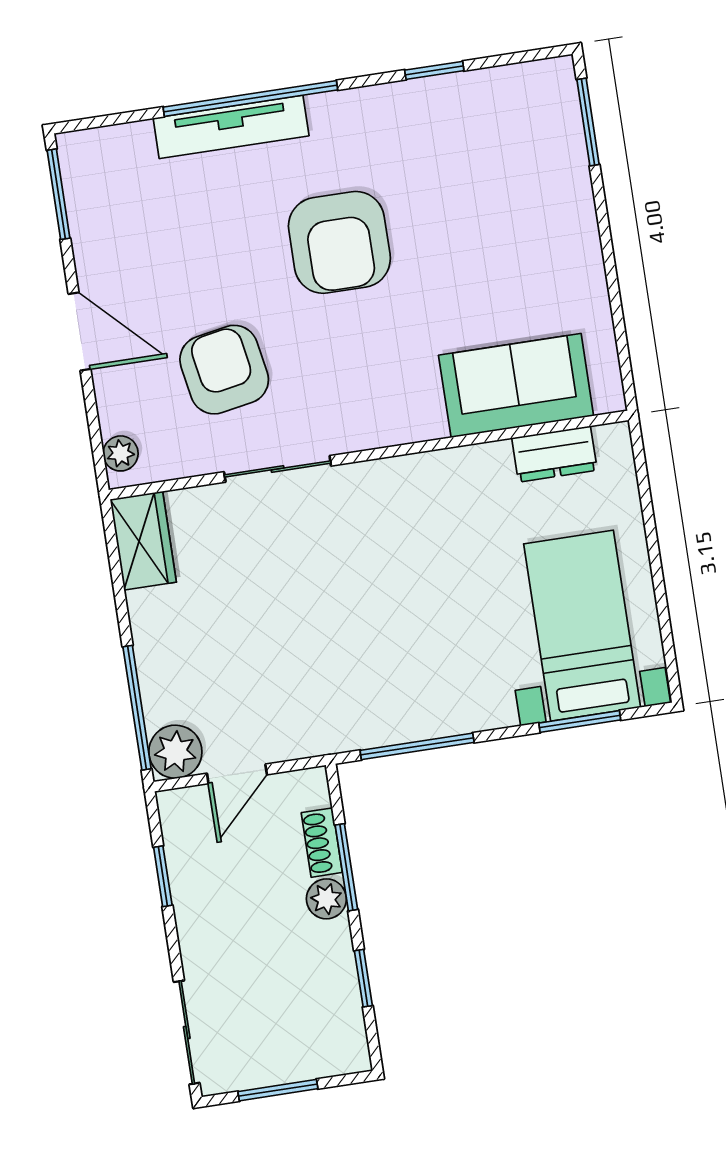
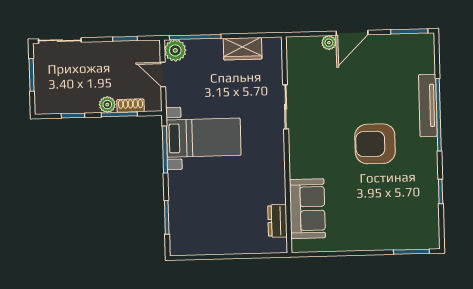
armchair: (224, 370) -> (329, 90), removed
plant: (121, 453) -> (329, 43), moved
wardrobe: (143, 541) -> (243, 49), moved
bed with nightstands: (582, 626) -> (204, 138), moved

